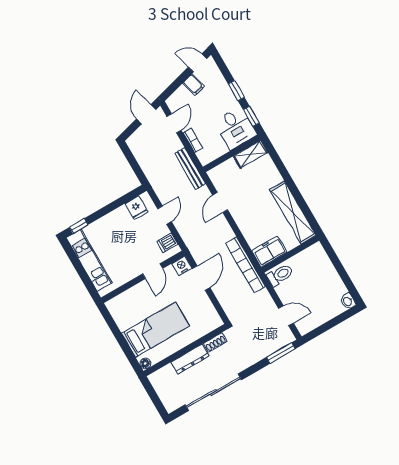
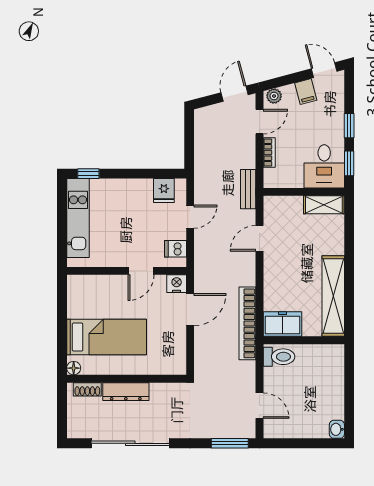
plant: (174, 100) -> (274, 96), added
bench: (190, 169) -> (248, 189), width x0.73
shoe rack: (215, 342) -> (87, 389), moved

